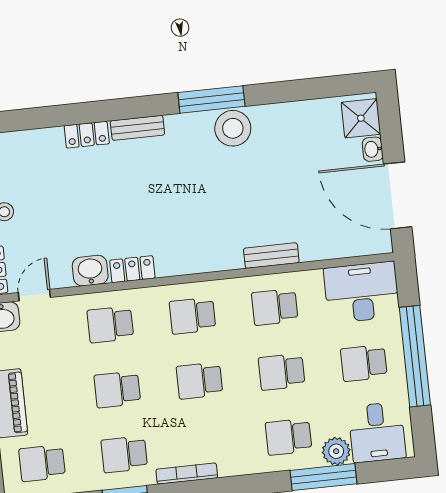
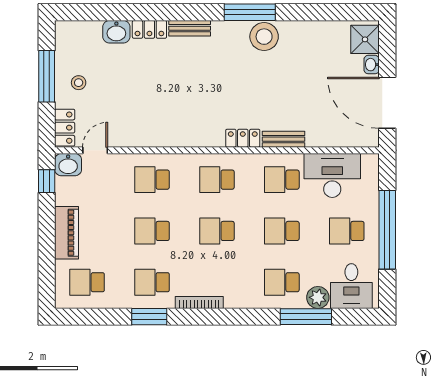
locker: (132, 269) -> (243, 138), moved
washbasin: (90, 271) -> (116, 32), moved, turned 180
desk: (362, 292) -> (332, 175), moved

